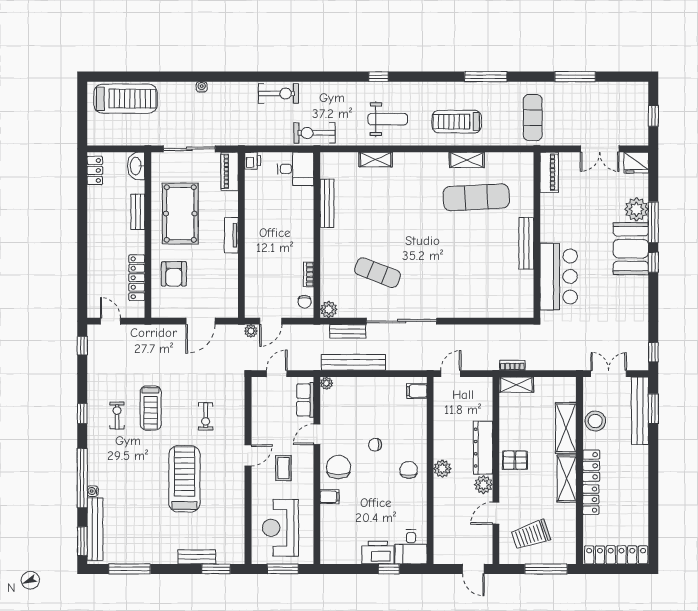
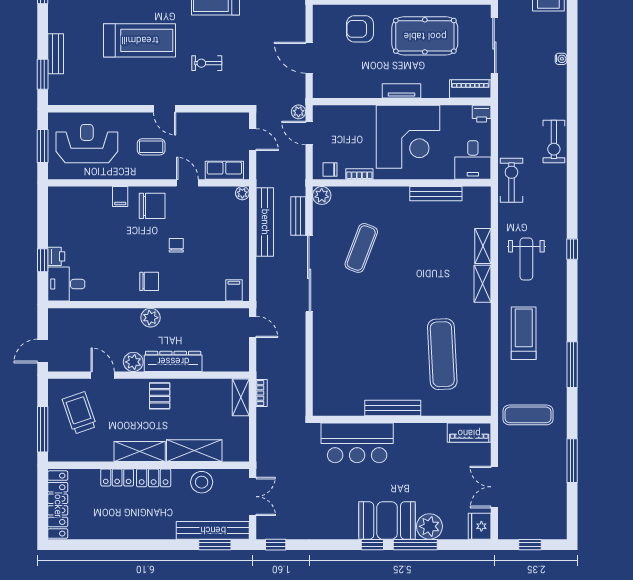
shelving: (467, 160) -> (482, 284), moved
corner desk: (274, 229) -> (408, 137), added
printer: (378, 553) -> (56, 256), width x0.53, depth x0.68

